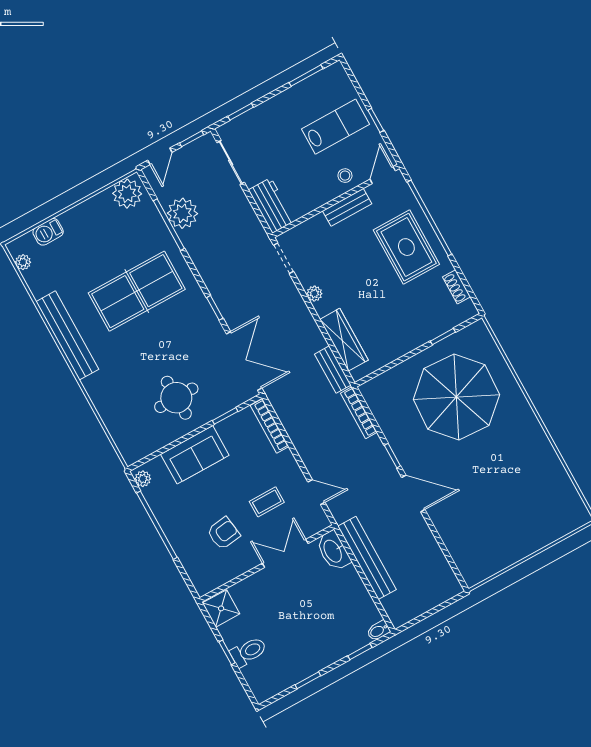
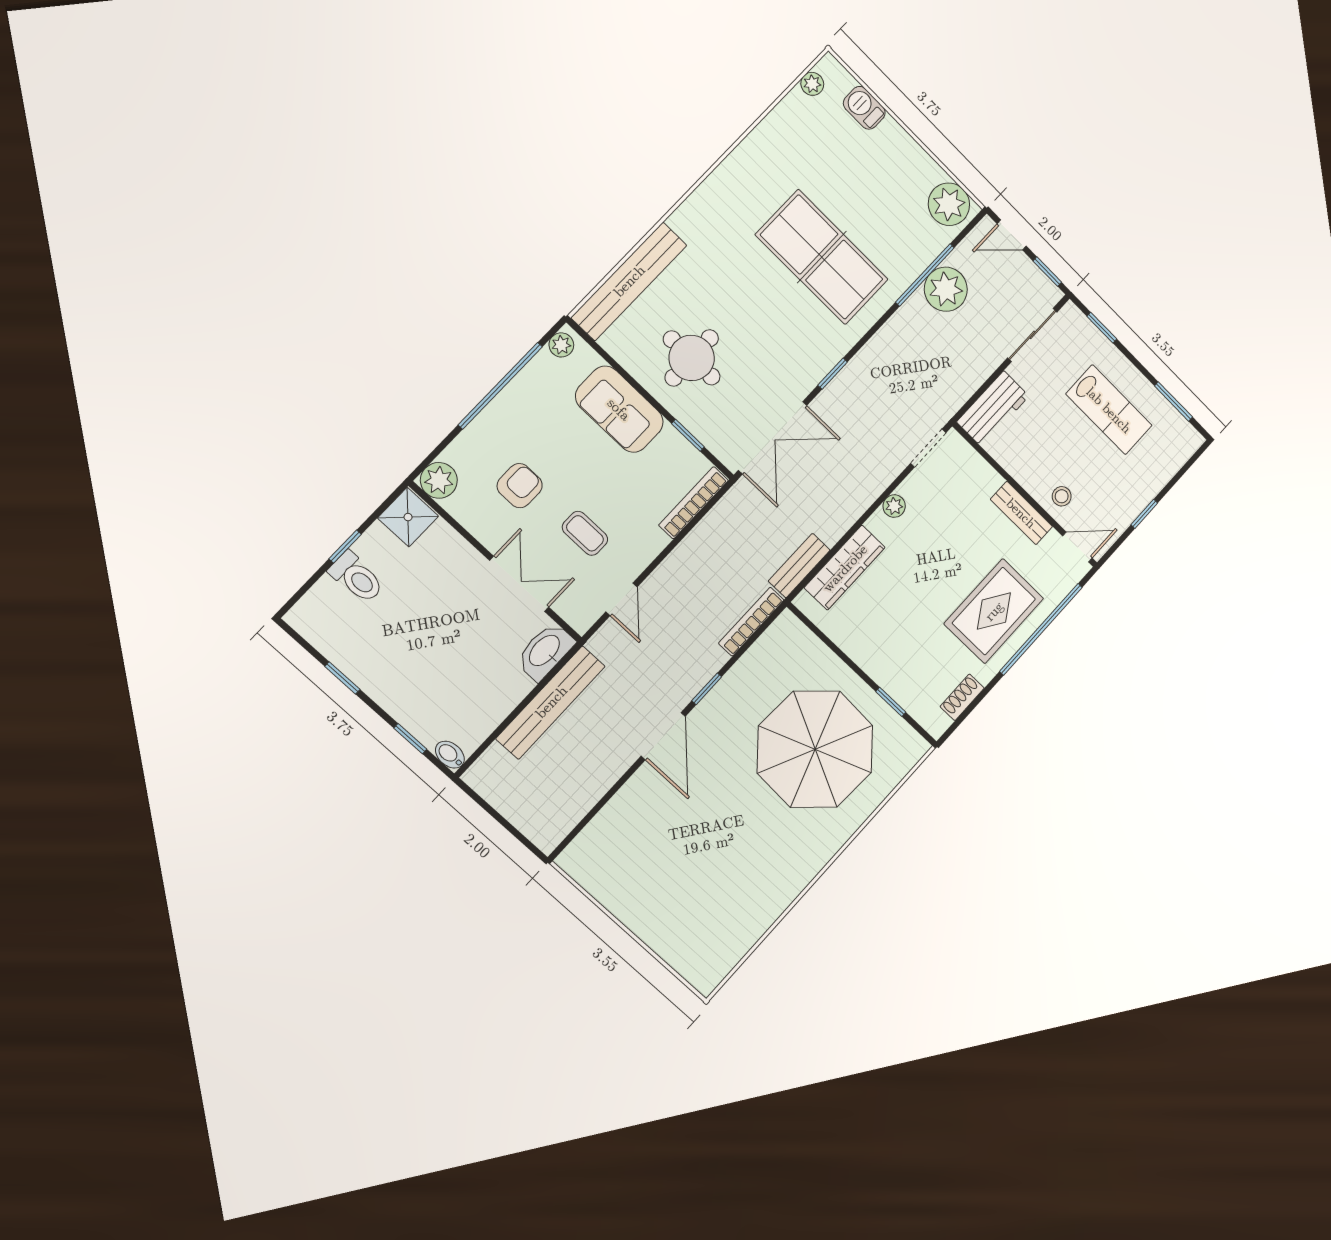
lab bench: (336, 127) -> (1109, 410), moved
bench: (67, 335) -> (629, 281), moved
armchair: (223, 533) -> (520, 486), turned -82
plant: (204, 582) -> (439, 480), added

